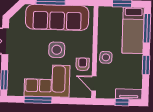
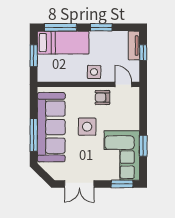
corner sofa: (47, 81) -> (122, 155), moved
door: (94, 84) -> (123, 84), swing flipped
window: (38, 100) -> (143, 146), width x0.69

